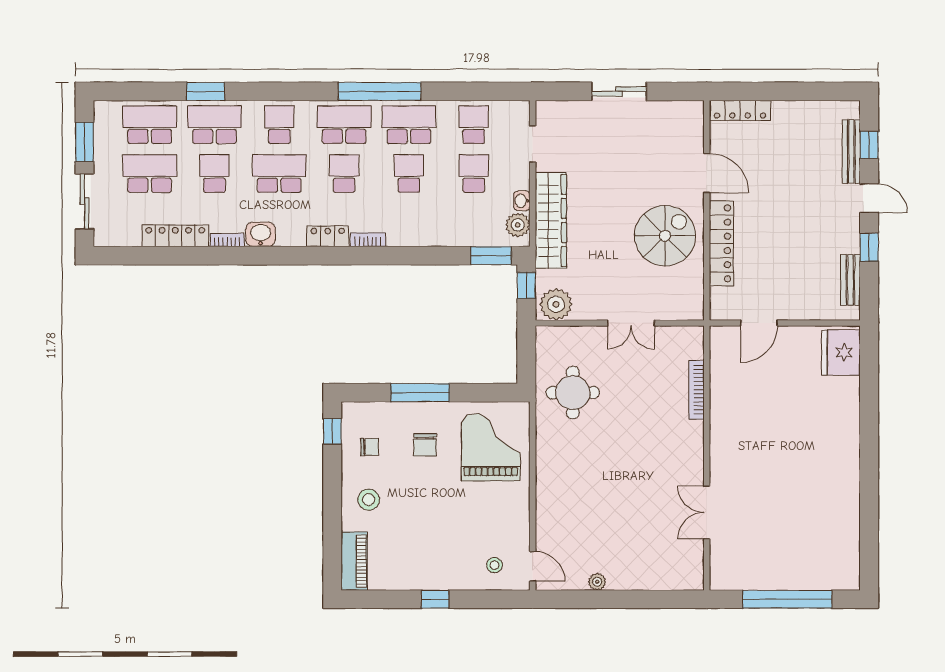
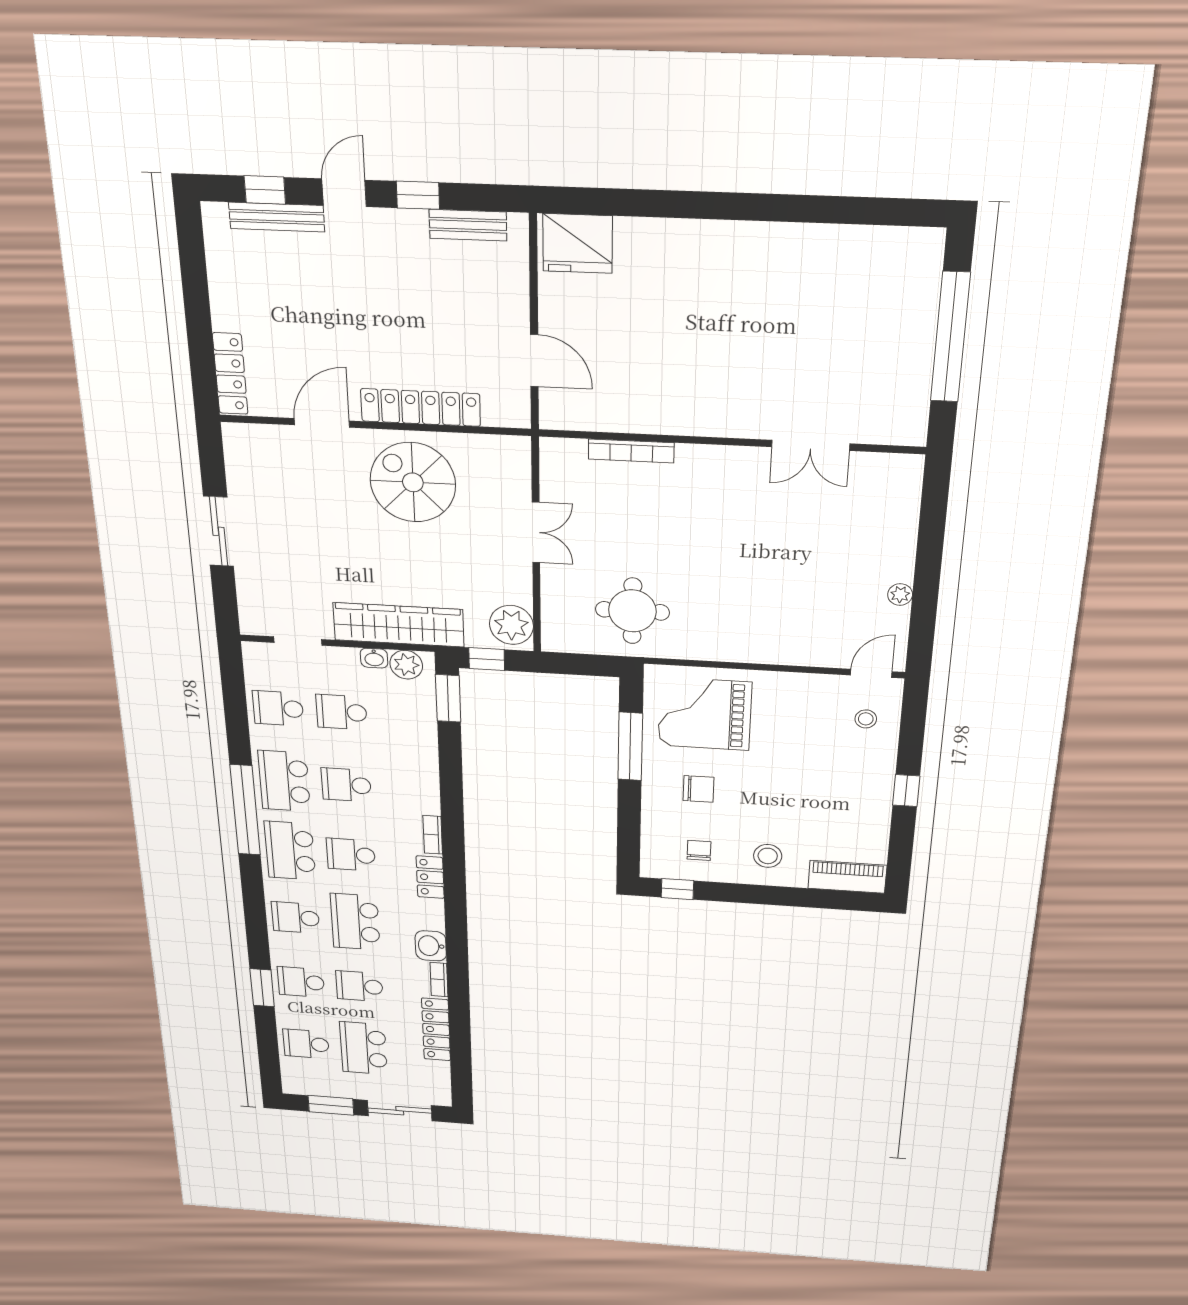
school desk: (150, 125) -> (306, 1044), width x0.54
school desk: (214, 125) -> (301, 982), width x0.54
window: (420, 393) -> (630, 746), moved

